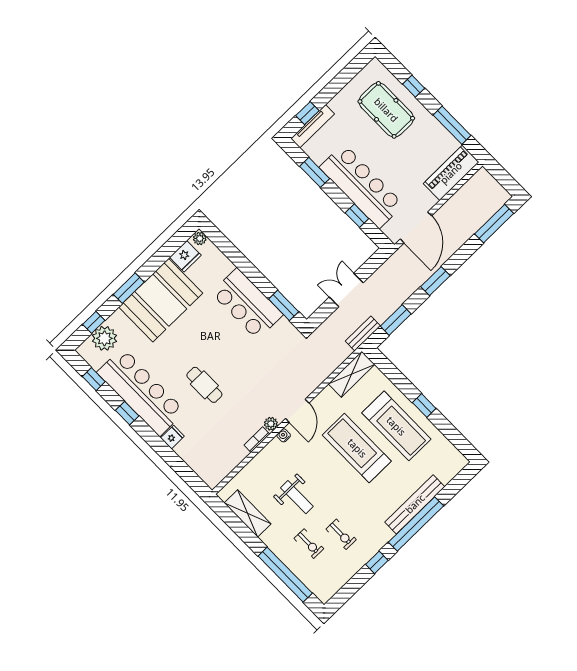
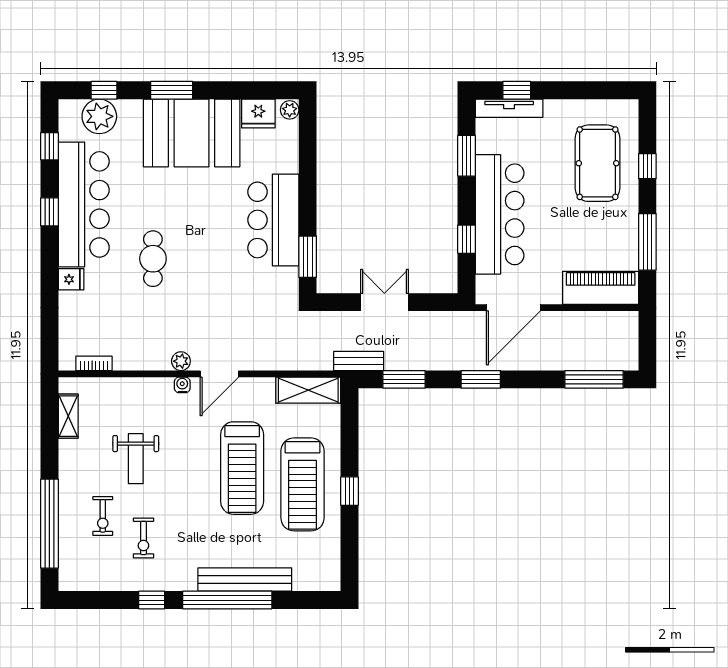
bookcase: (257, 440) -> (94, 363), moved
treadmill: (357, 448) -> (242, 468), turned 180
shelving: (248, 513) -> (68, 416), width x0.67, depth x0.75

